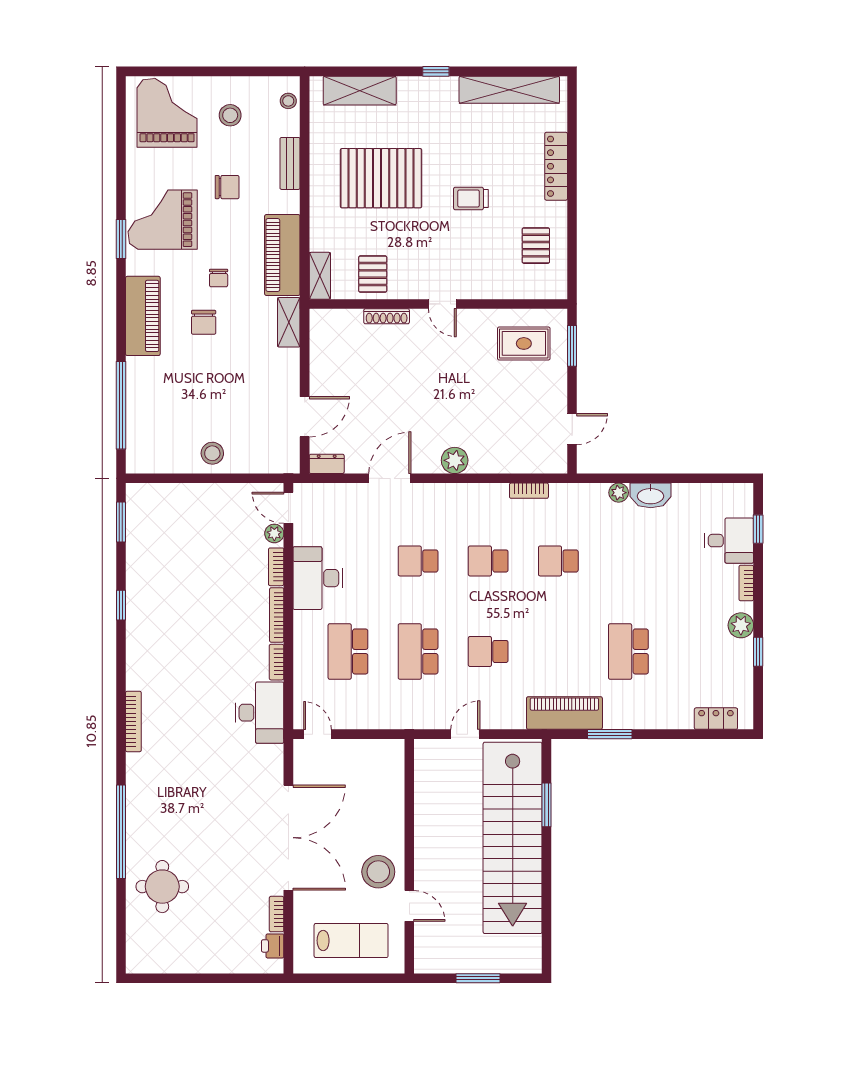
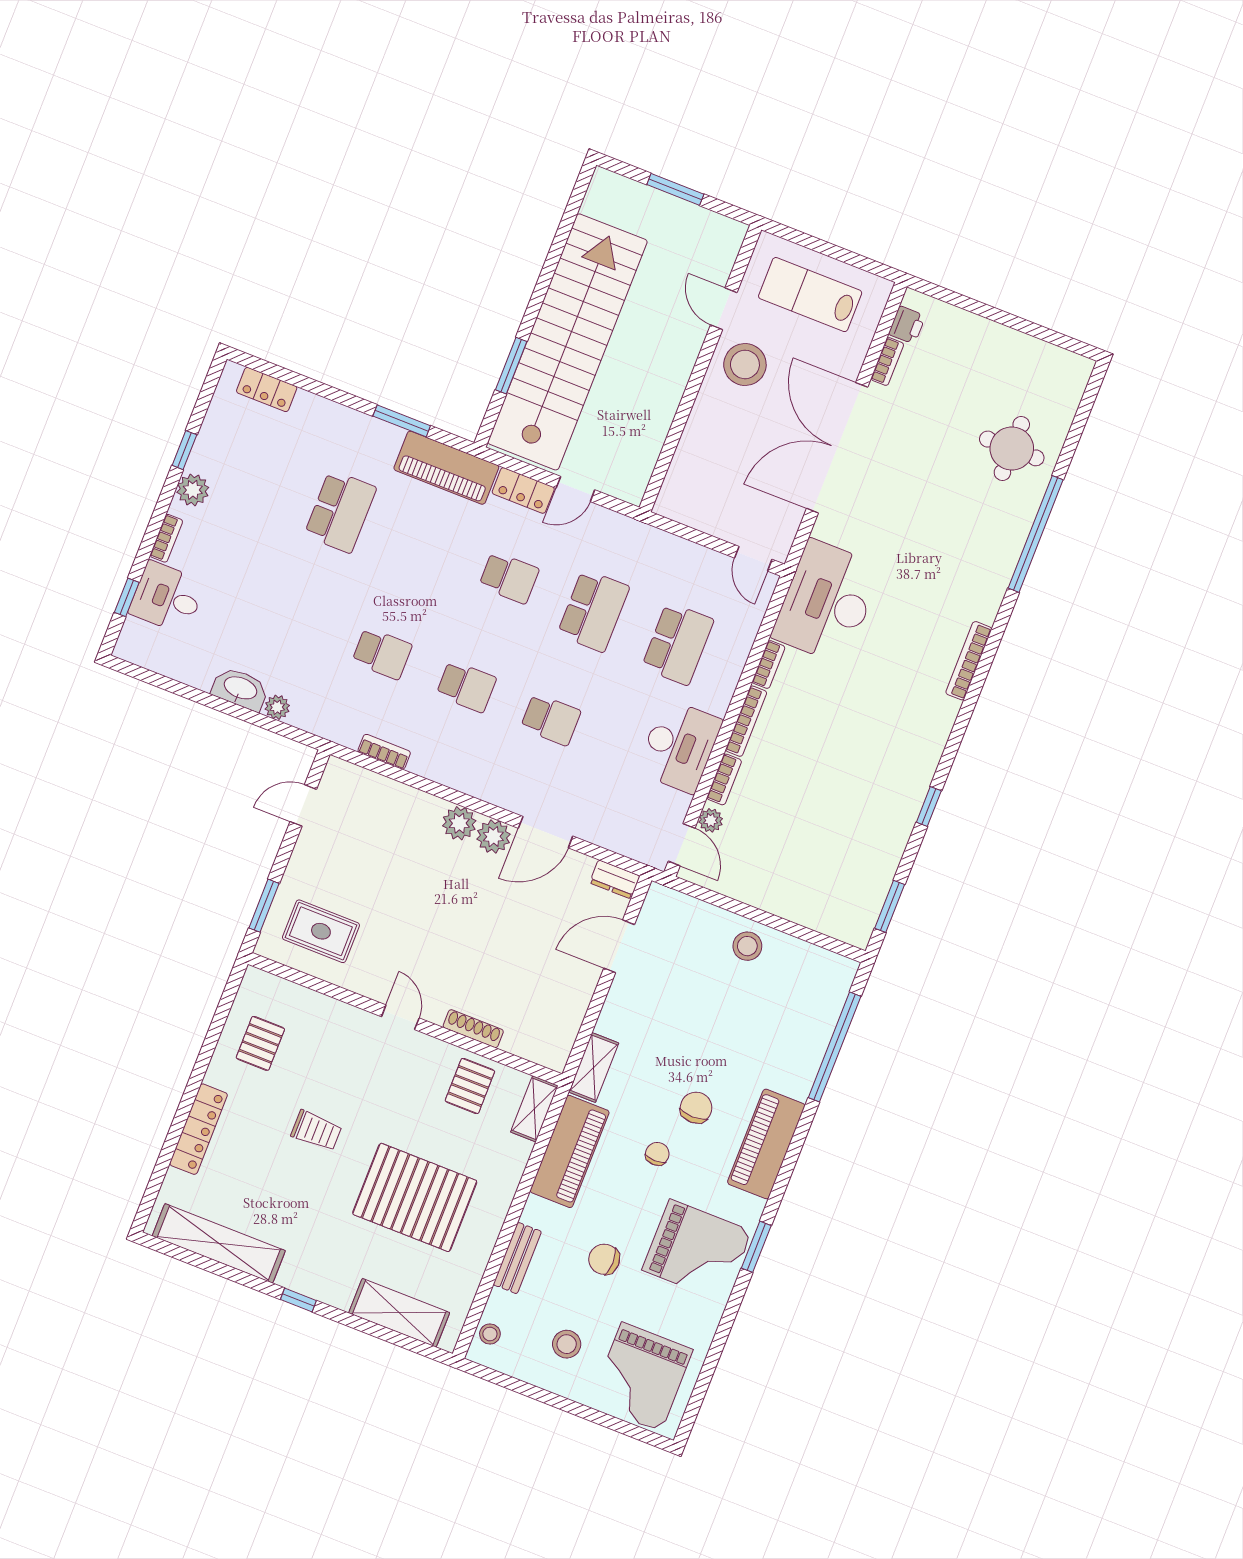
plant: (426, 460) -> (493, 837), added
desk: (260, 713) -> (827, 602), width x1.36, depth x1.30
locker: (503, 718) -> (523, 490), added

